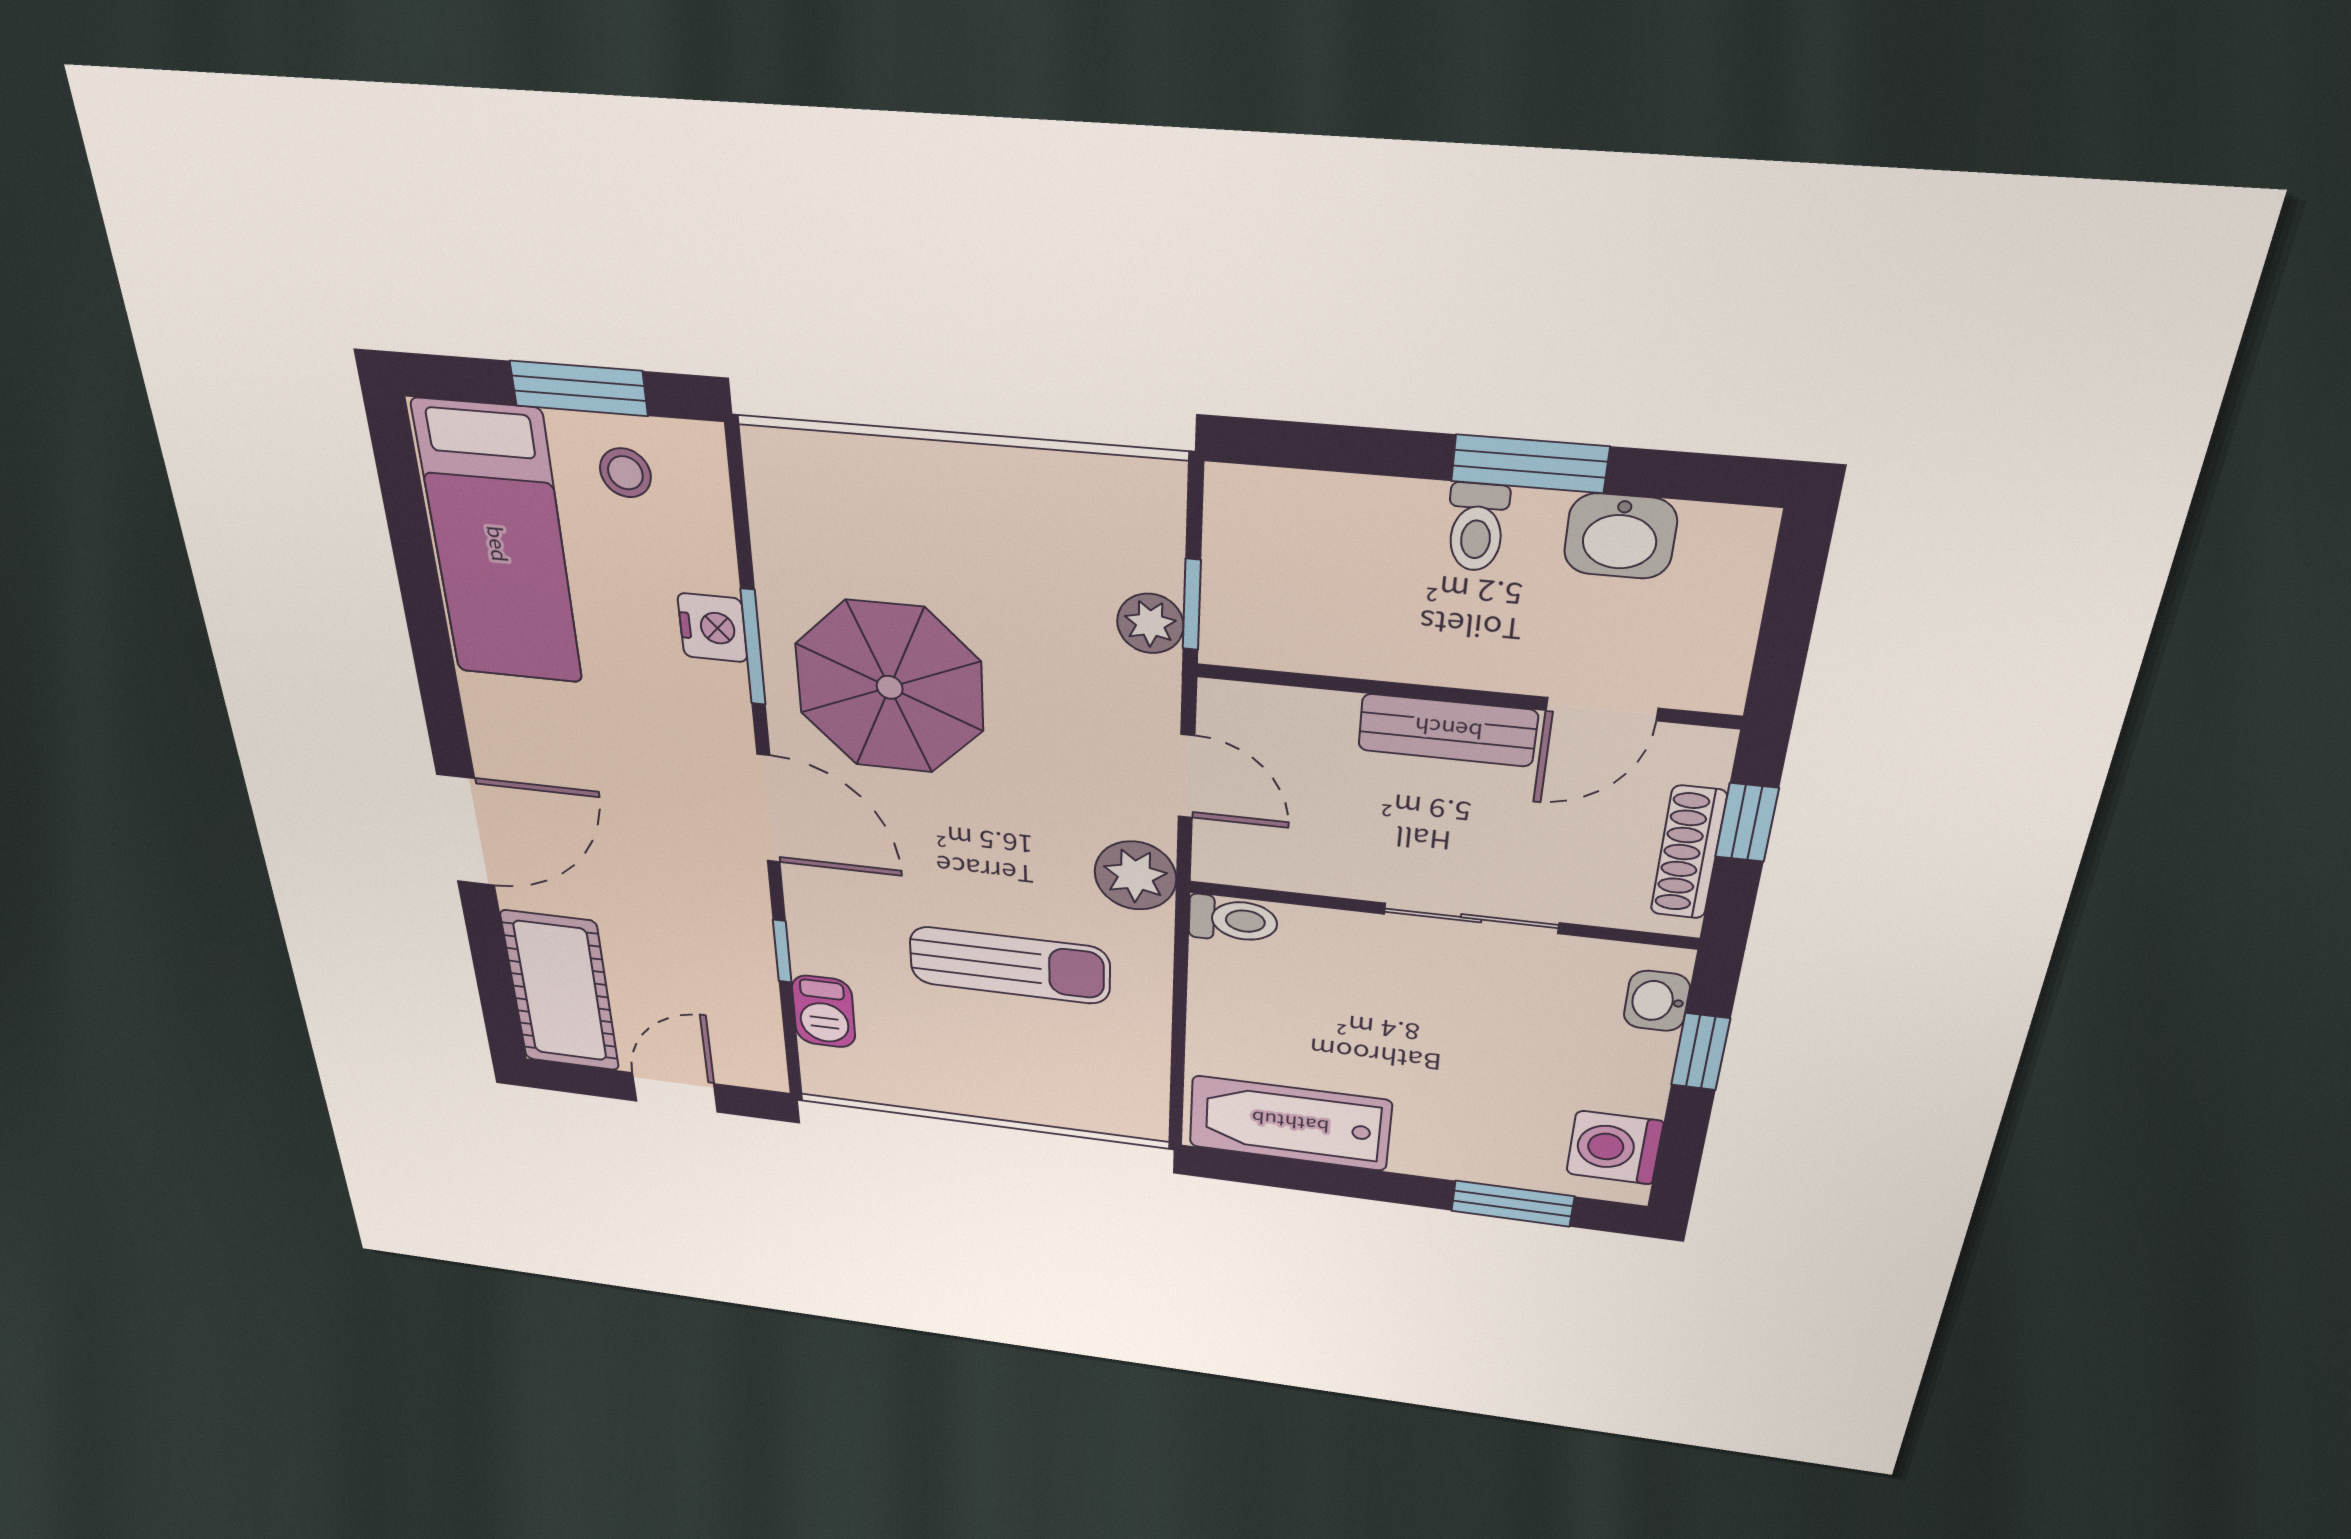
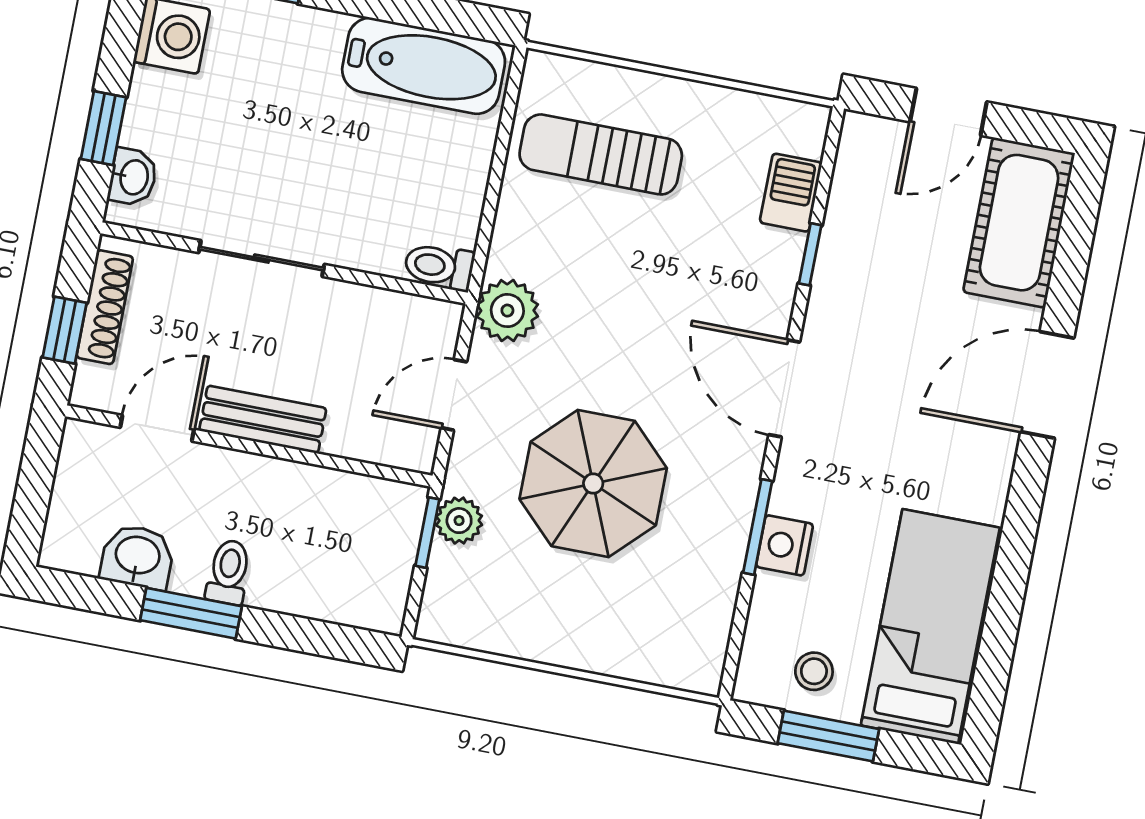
parasol: (890, 687) -> (593, 484), moved
door: (1187, 776) -> (454, 395), hinge flipped
sun lounger: (1010, 965) -> (601, 154), moved

